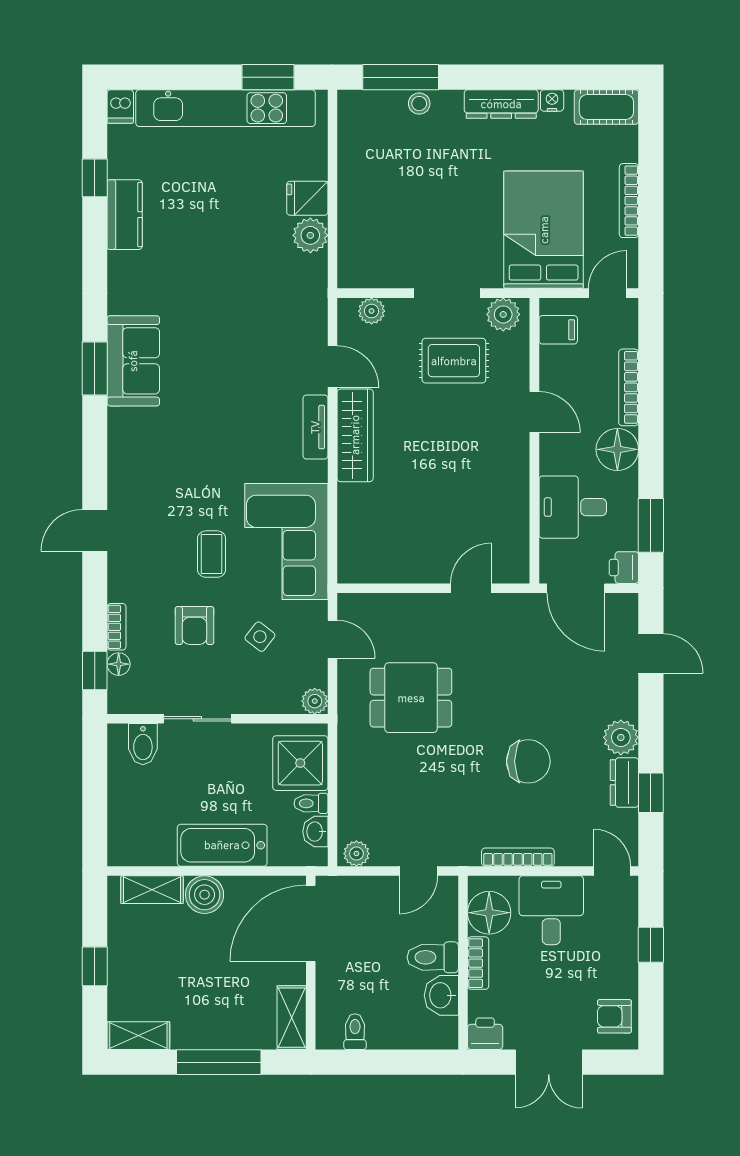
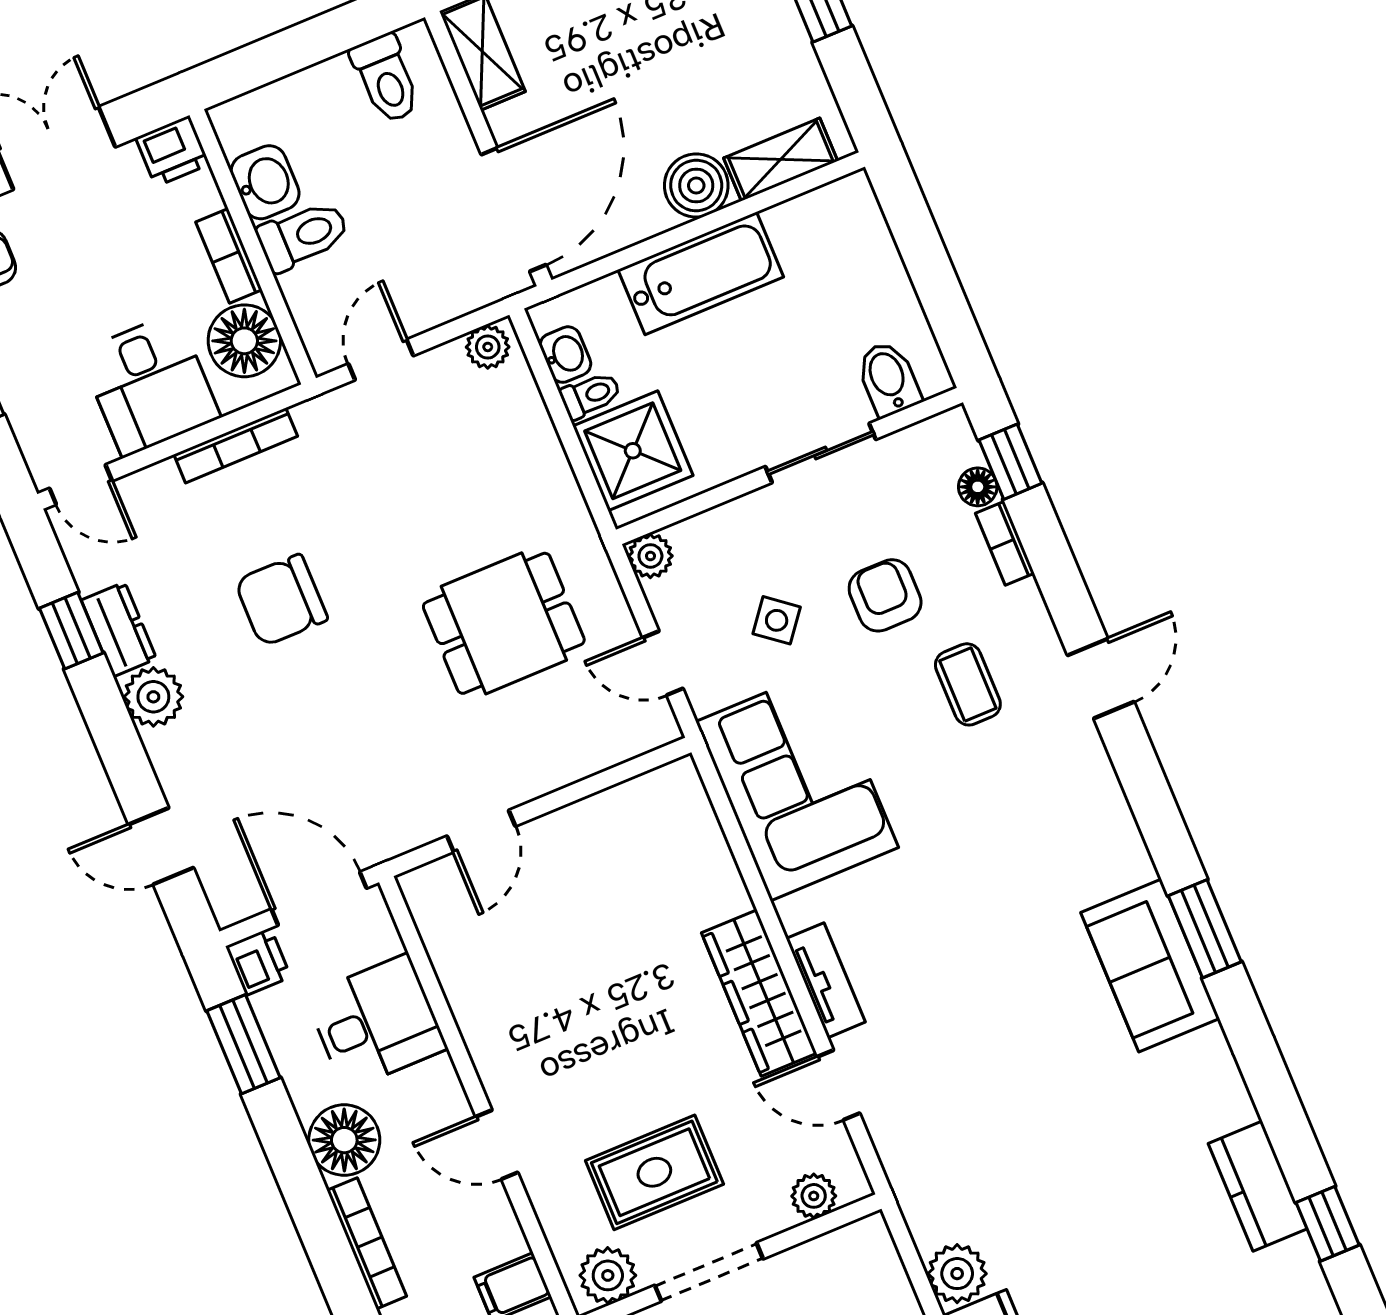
coffee table: (212, 554) -> (968, 684), moved
toilet: (355, 1032) -> (386, 79), width x1.37, depth x1.39

